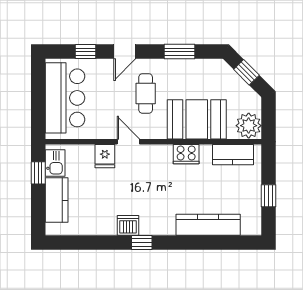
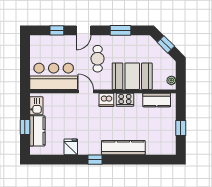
bar counter: (65, 98) -> (54, 76), moved, turned -90
plant: (249, 126) -> (171, 80), width x0.53, depth x0.53
fridge: (105, 156) -> (71, 147), moved, turned 180
window: (38, 173) -> (25, 127), moved
dishwasher: (128, 225) -> (106, 100), moved, turned 180
kitchen counter: (208, 225) -> (123, 148), moved

